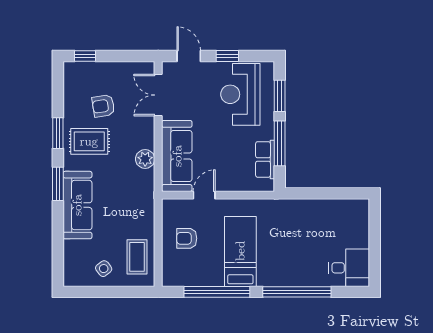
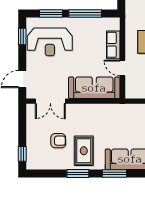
window: (227, 56) -> (22, 37), moved
armchair: (103, 106) -> (58, 141), turned -81
plant: (145, 159) -> (96, 111), removed
row of seats: (265, 159) -> (113, 45), moved, turned 90

